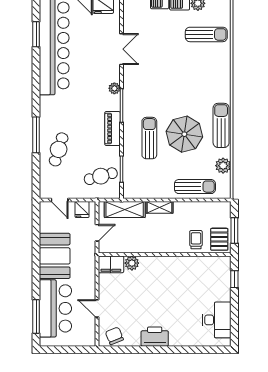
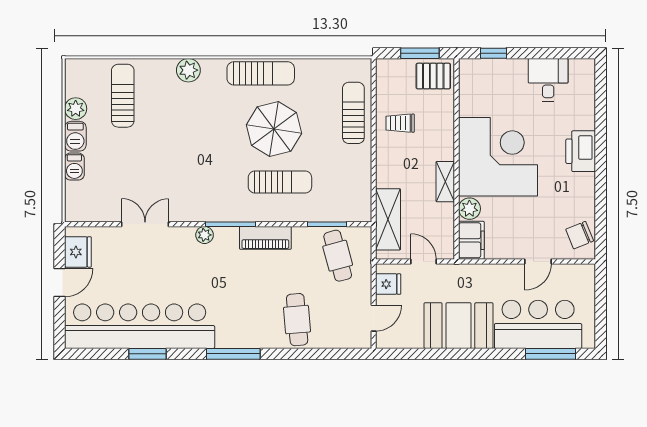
window: (36, 34) -> (148, 354), moved
sun lounger: (221, 125) -> (261, 73), turned 180
window: (36, 135) -> (233, 354), moved
sun lounger: (149, 138) -> (280, 182), turned 180
cafe table: (59, 149) -> (297, 320), turned 68
plant: (223, 166) -> (188, 70), moved
shelving: (160, 207) -> (445, 182), moved
trolley: (196, 240) -> (400, 123), moved
corner desk: (166, 282) -> (498, 157), added
desk: (217, 320) -> (548, 80), width x0.73
printer: (155, 337) -> (581, 151), moved

